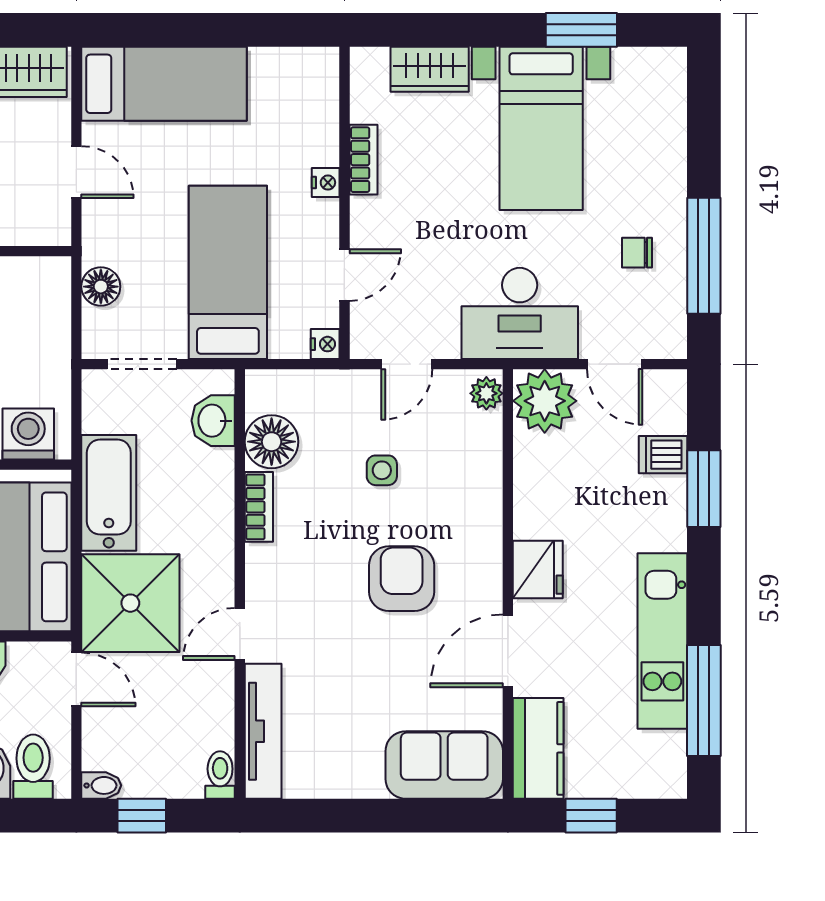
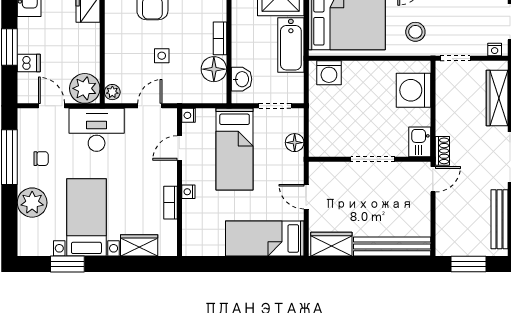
plant: (656, 160) -> (32, 203), added

